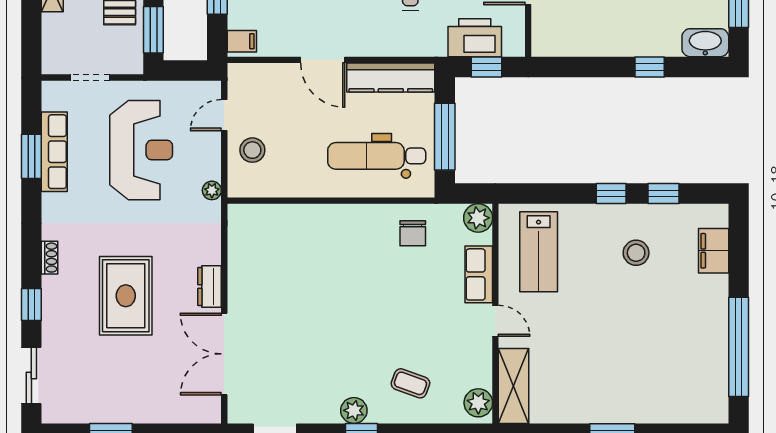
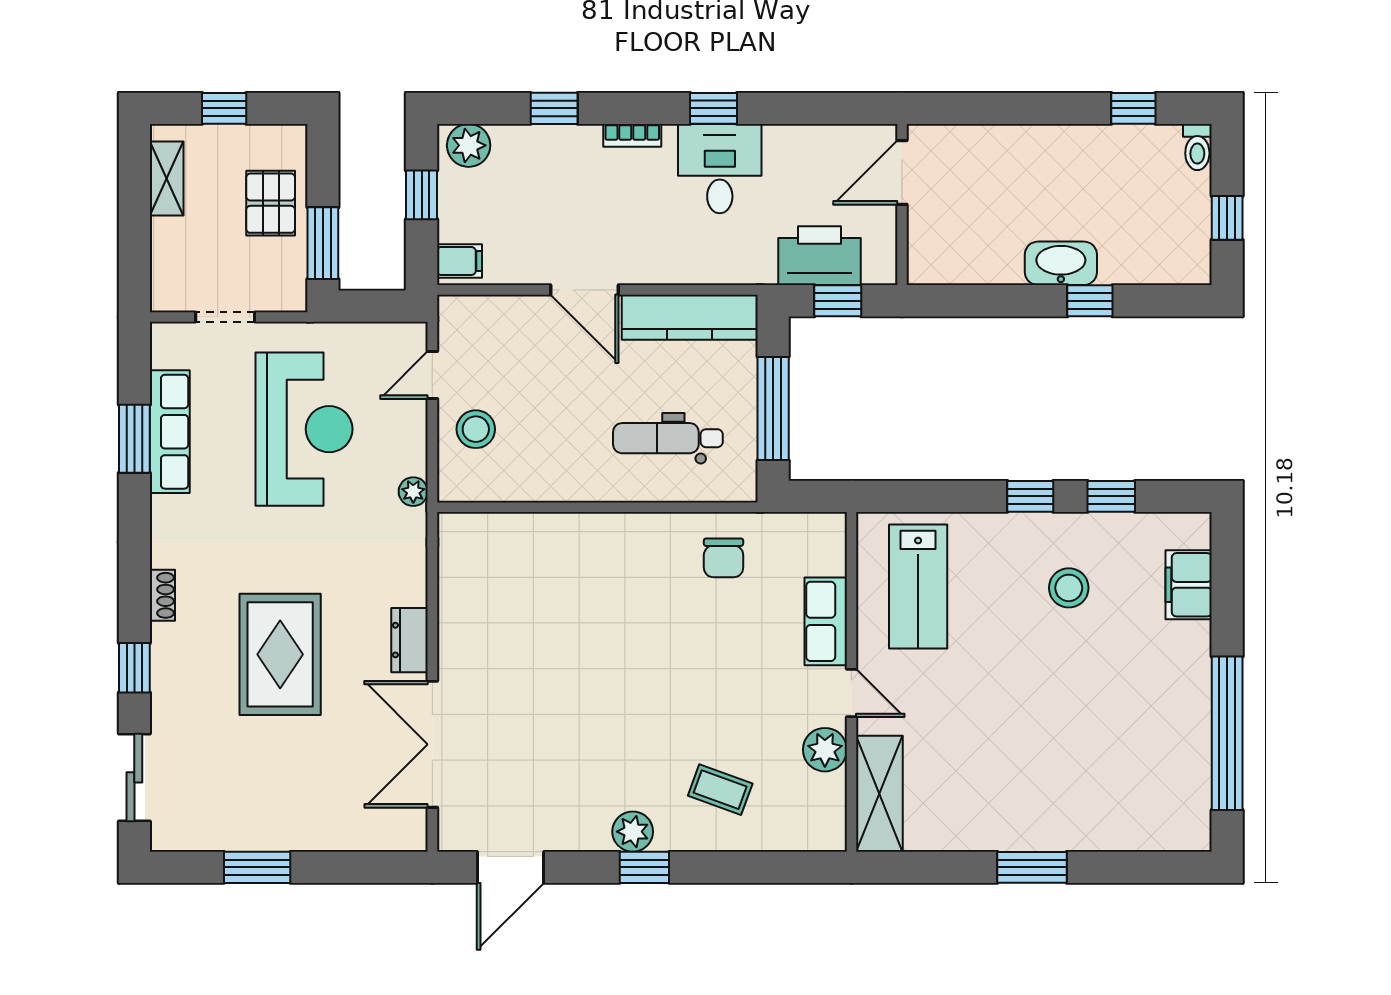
washbasin: (705, 43) -> (1061, 263), moved
dental chair: (377, 156) -> (668, 438), width x0.73, depth x0.72
plant: (478, 218) -> (825, 534), removed
plant: (478, 403) -> (825, 750), moved

